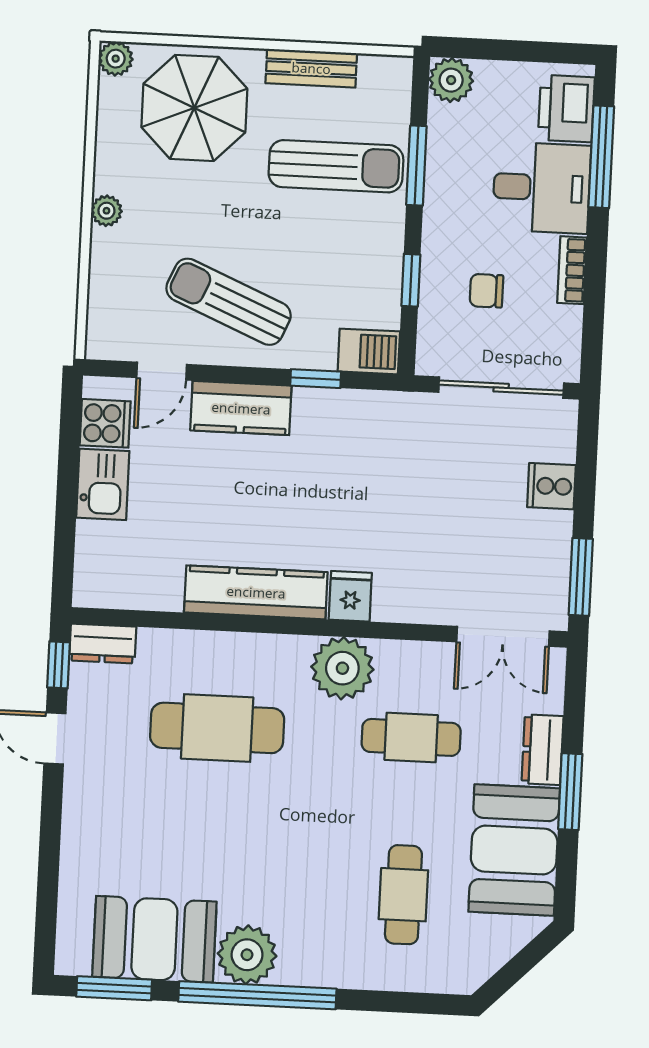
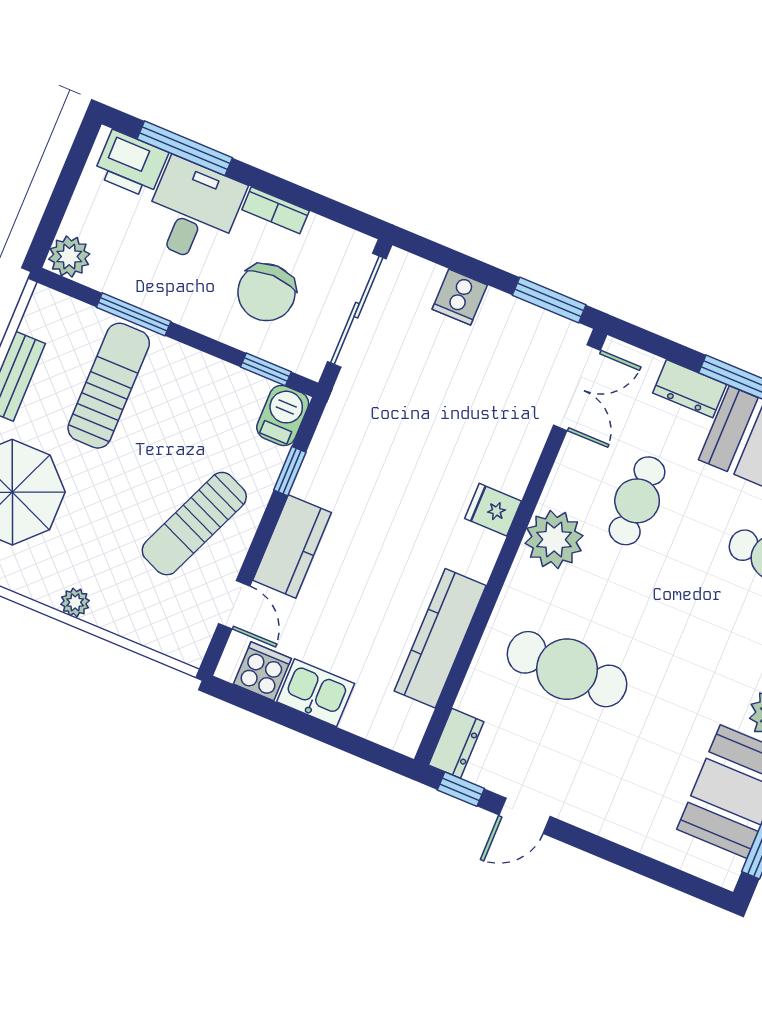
window: (411, 280) -> (266, 369), moved
chair: (486, 291) -> (266, 292), width x1.87, depth x1.87
kitchen counter: (256, 592) -> (440, 638), moved
cafe table: (217, 728) -> (567, 669), turned 90

